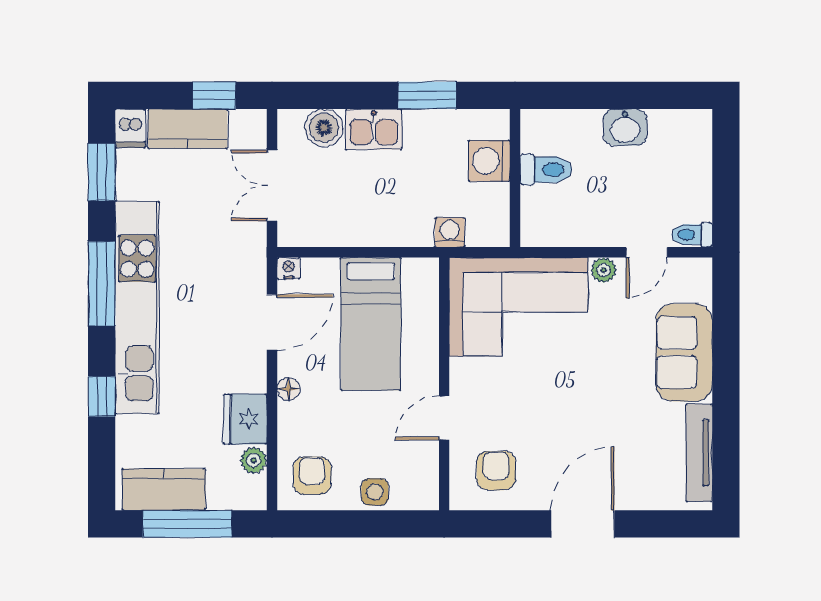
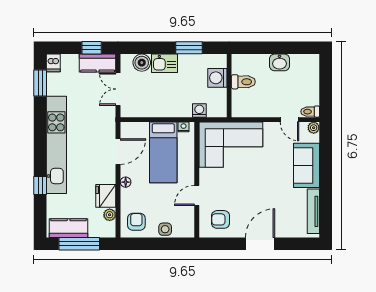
kitchen counter: (188, 129) -> (98, 63), moved
door: (647, 252) -> (289, 120), hinge flipped
nightstand: (289, 268) -> (183, 127), moved
plant: (604, 270) -> (314, 128), moved
window: (102, 284) -> (40, 134), removed
armchair: (496, 471) -> (221, 219), turned -90

